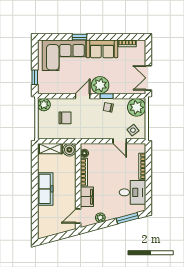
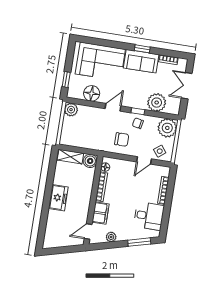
window: (79, 37) -> (142, 49), moved
double door: (148, 78) -> (187, 86), moved
plant: (100, 85) -> (157, 103), moved
floor lamp: (61, 86) -> (92, 93), added
chair: (65, 118) -> (122, 140), moved
door: (120, 141) -> (144, 160), hinge flipped
freezer: (45, 189) -> (58, 198), width x0.71

